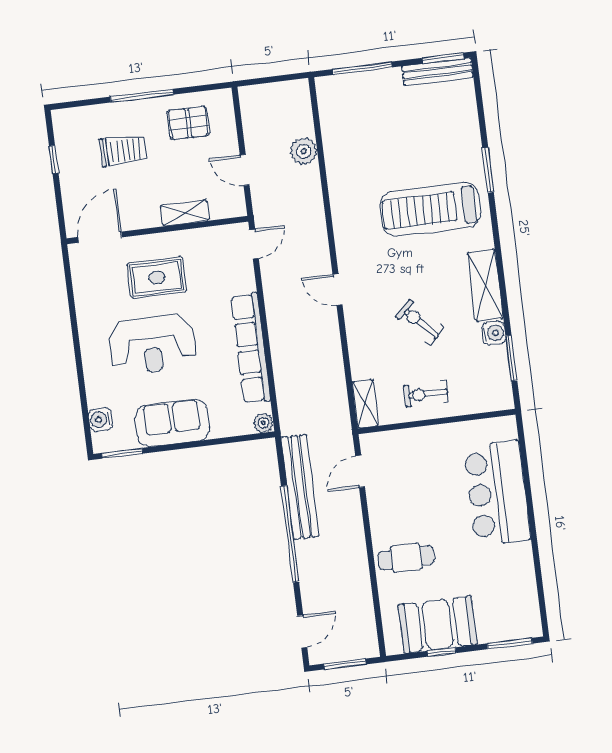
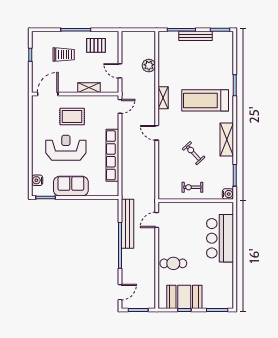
bench: (438, 72) -> (196, 36), moved
water cooler: (494, 333) -> (228, 194), moved
reception desk: (152, 344) -> (66, 148), turned 180
shelving: (365, 404) -> (163, 98), moved
plant: (263, 423) -> (114, 191), removed

